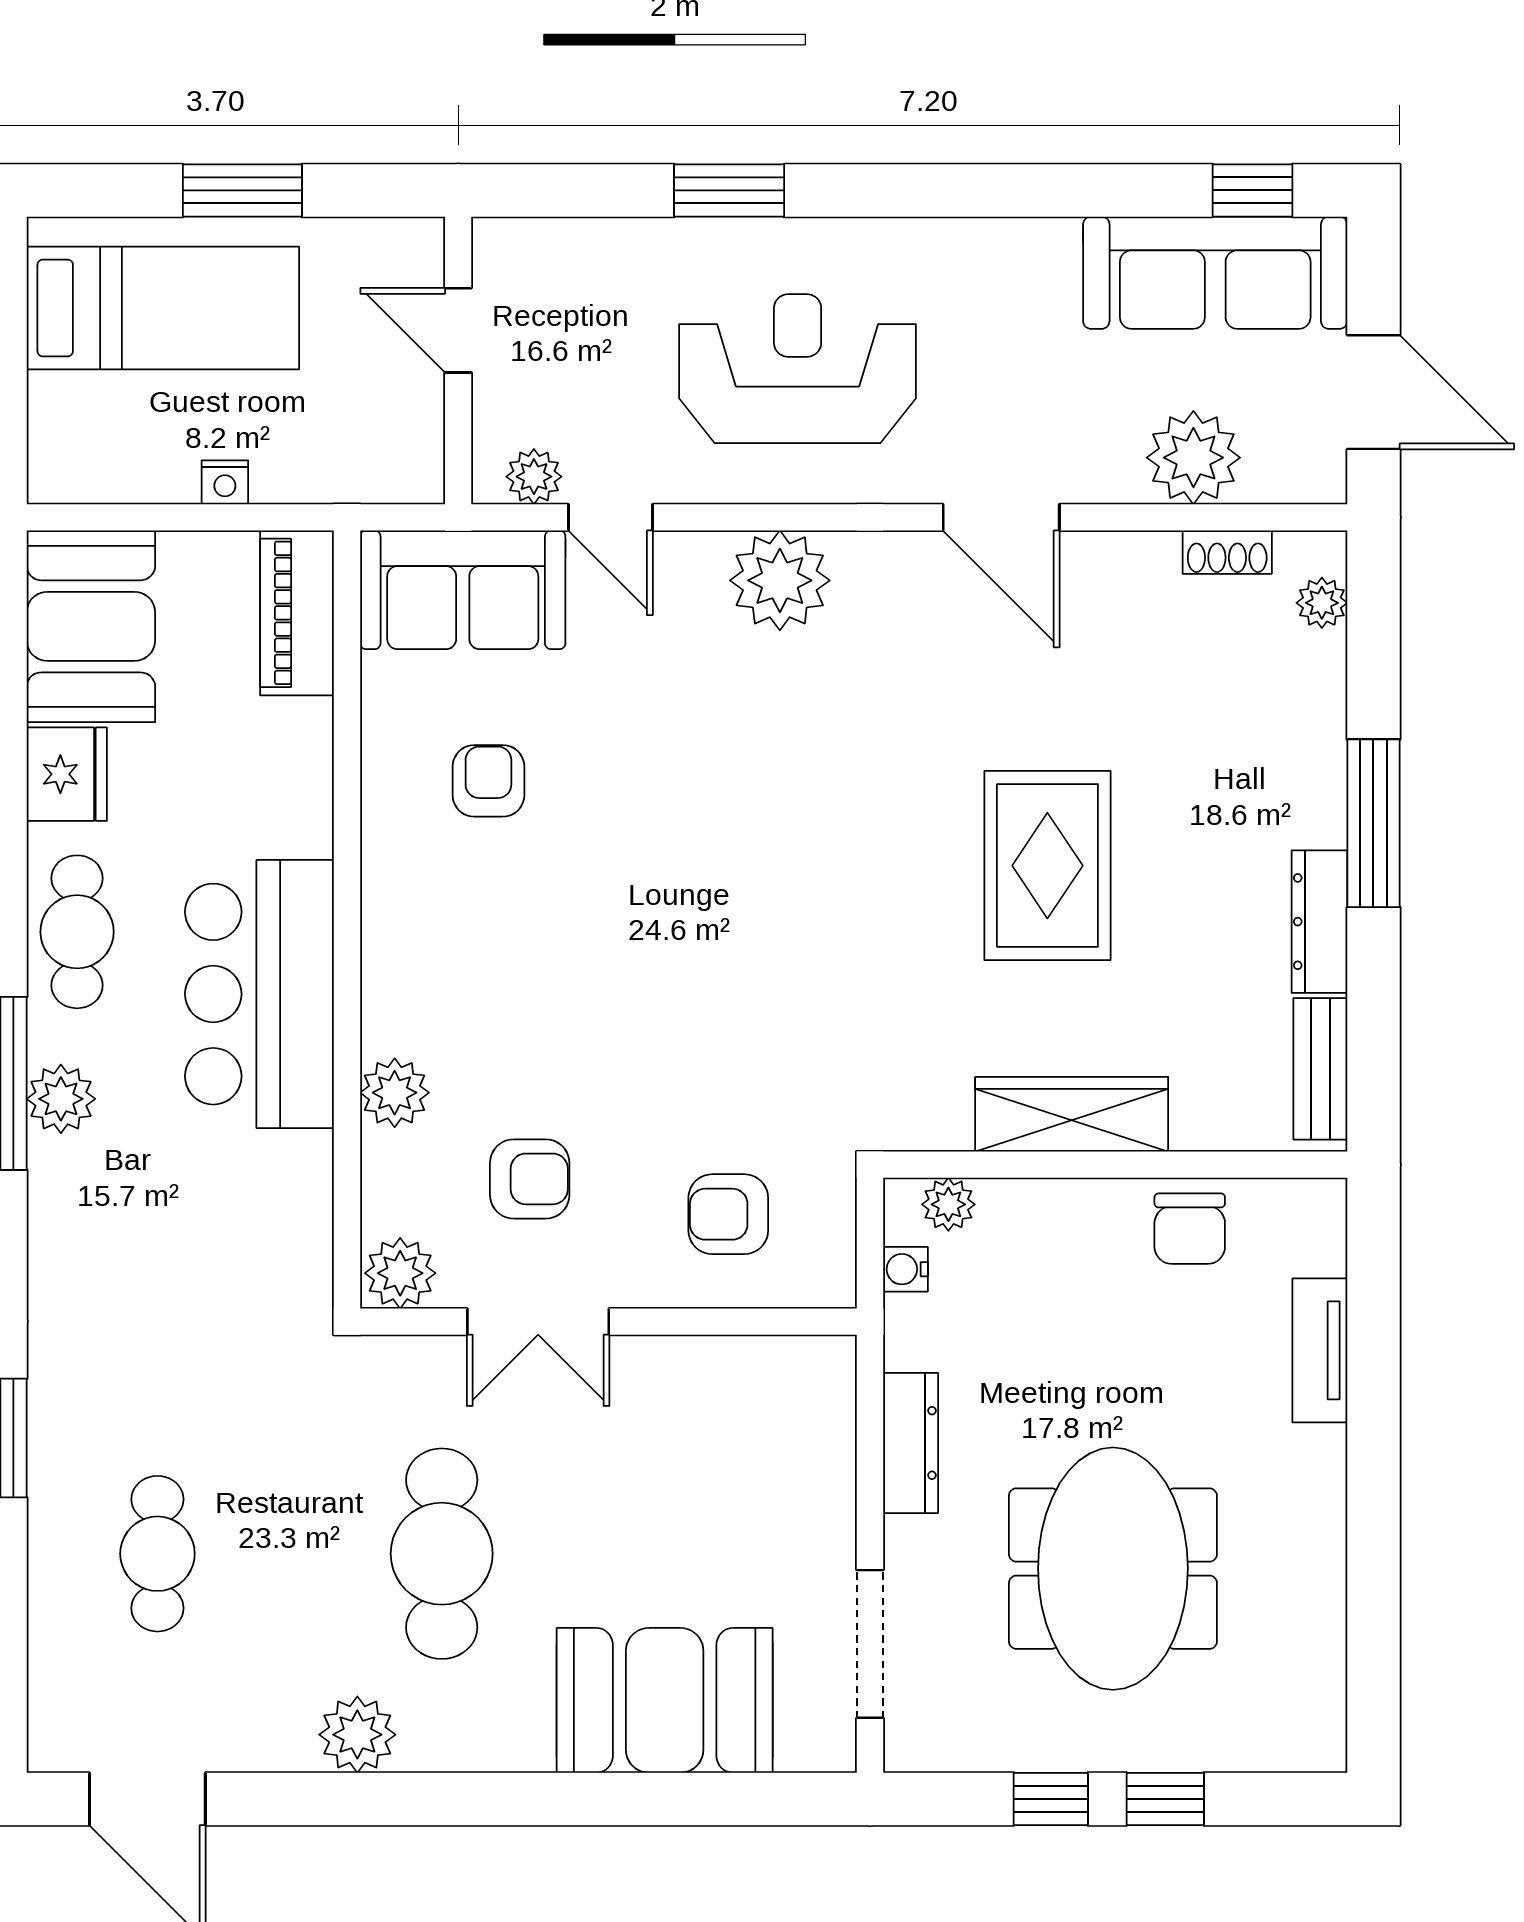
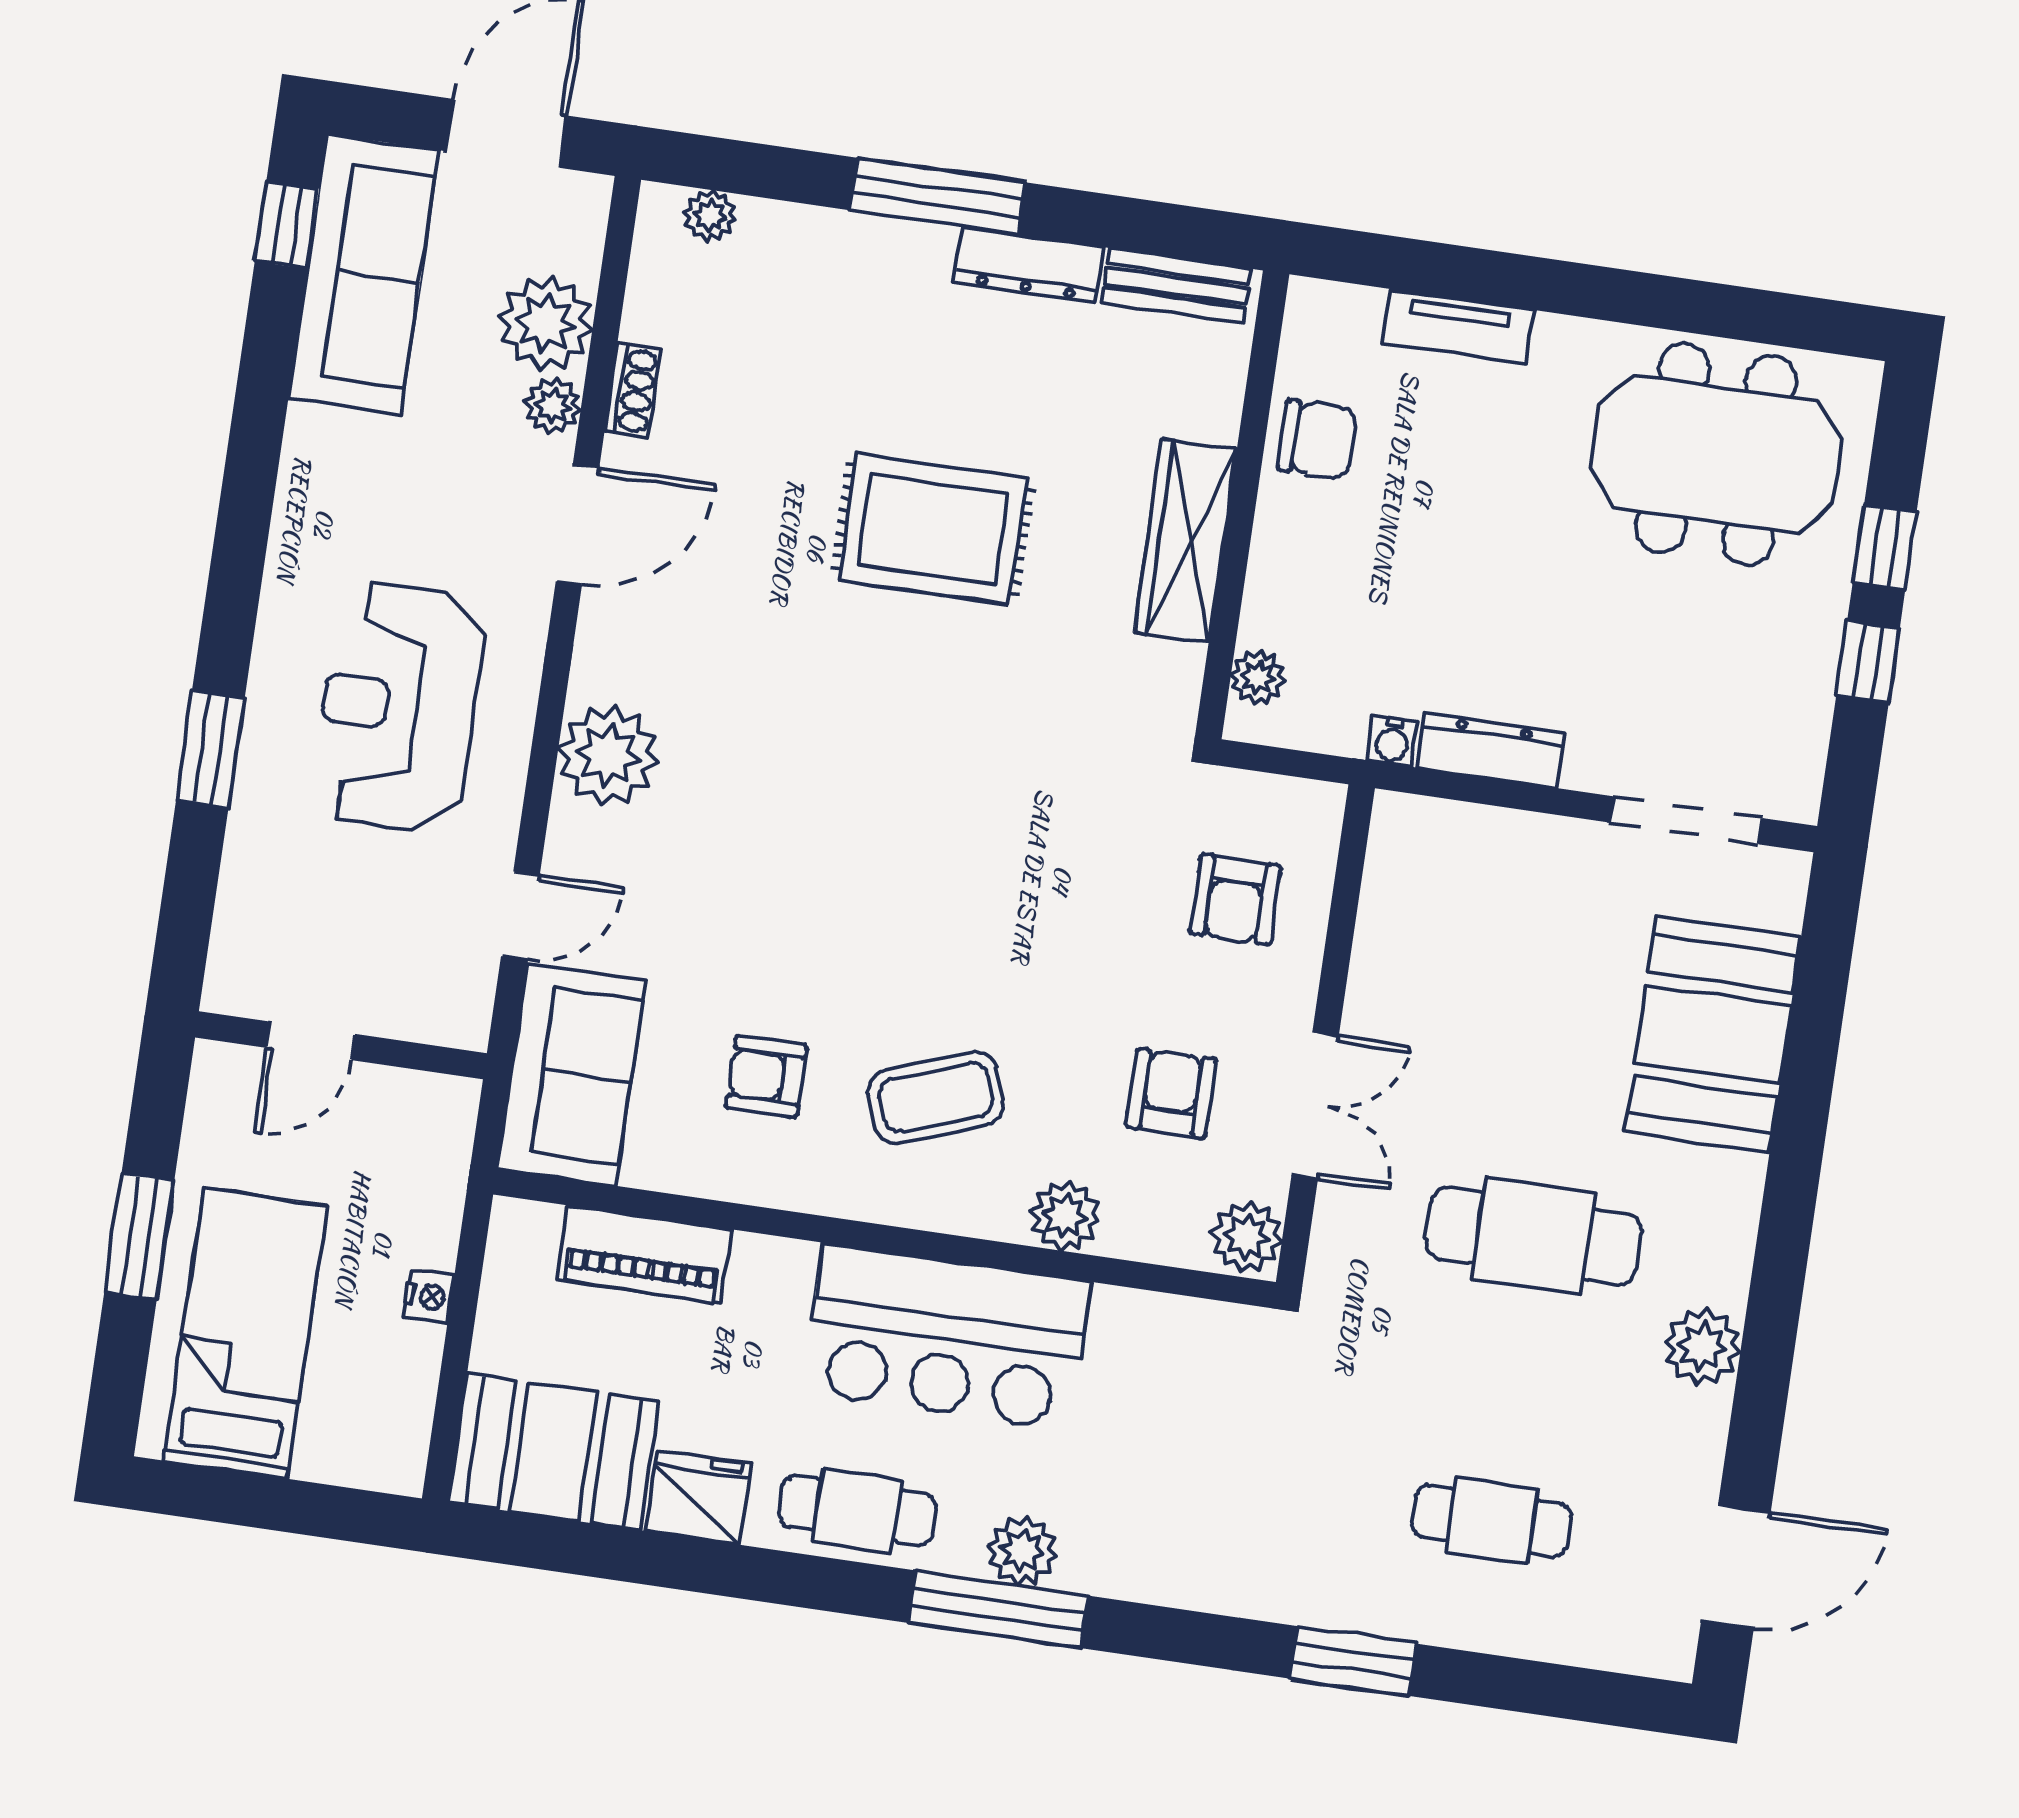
plant: (534, 477) -> (553, 406), moved
shoe rack: (1227, 552) -> (633, 390), moved
piano: (297, 613) -> (644, 1254), moved
coffee table: (492, 950) -> (936, 1097), added
water cooler: (905, 1269) -> (1392, 741), moved
meeting table: (1113, 1569) -> (1716, 454), moved

